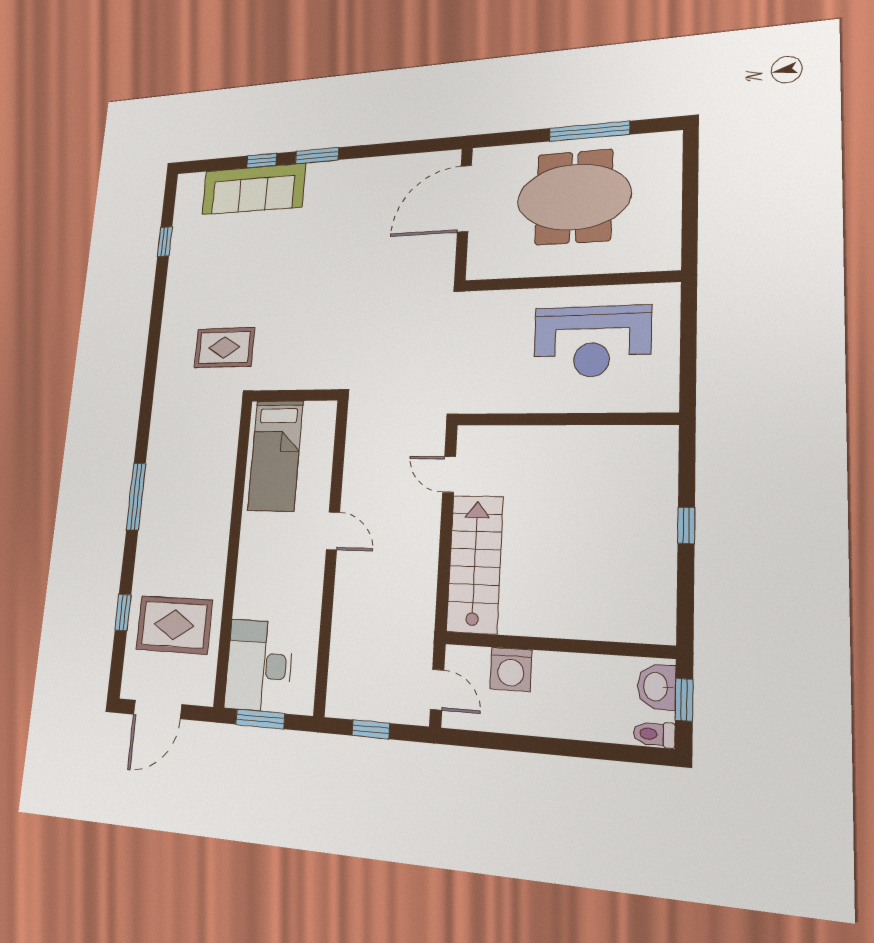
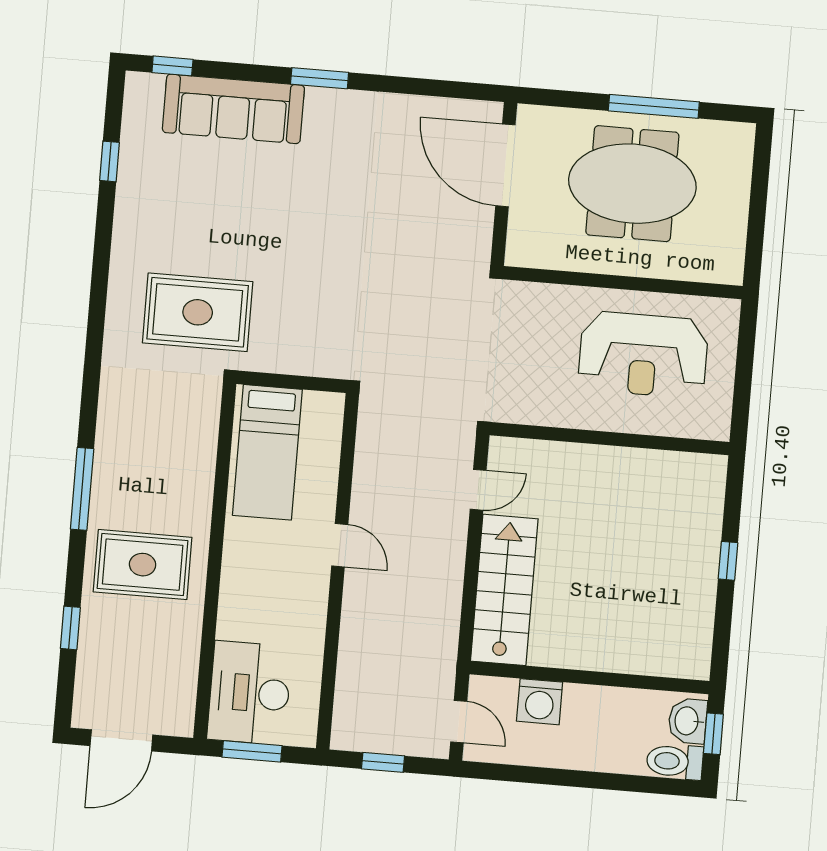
window: (262, 161) -> (172, 66), moved
door: (464, 199) -> (505, 165), hinge flipped
rug: (224, 347) -> (198, 312), width x1.36, depth x1.43
door: (449, 474) -> (478, 490), swing flipped
rug: (174, 625) -> (143, 565), moved
toilet: (654, 734) -> (675, 761), width x1.37, depth x1.39

